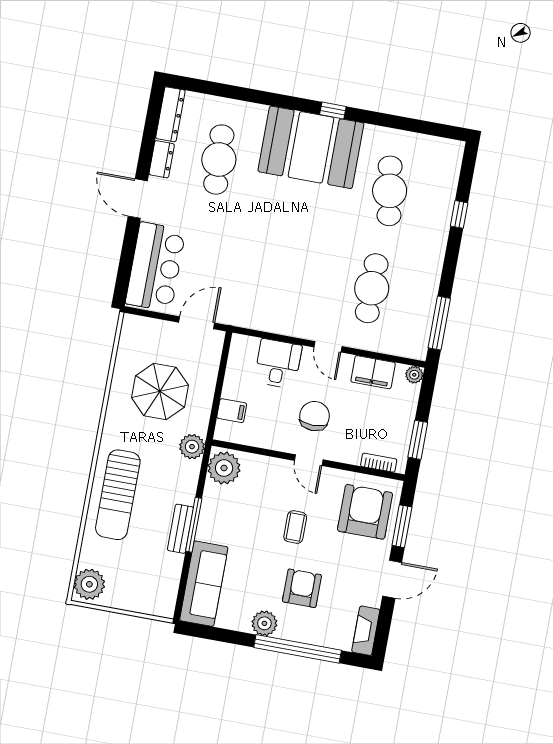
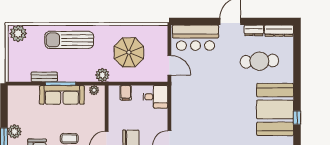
desk: (278, 364) -> (155, 97), moved
plant: (224, 468) -> (94, 90), width x0.53, depth x0.53
bench: (180, 529) -> (44, 77), moved
sofa: (204, 584) -> (62, 95), moved

